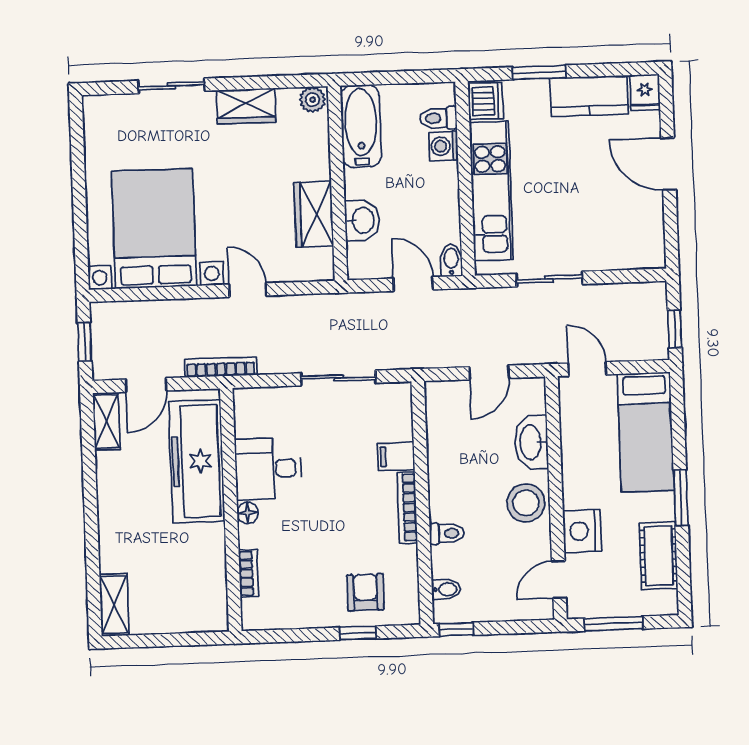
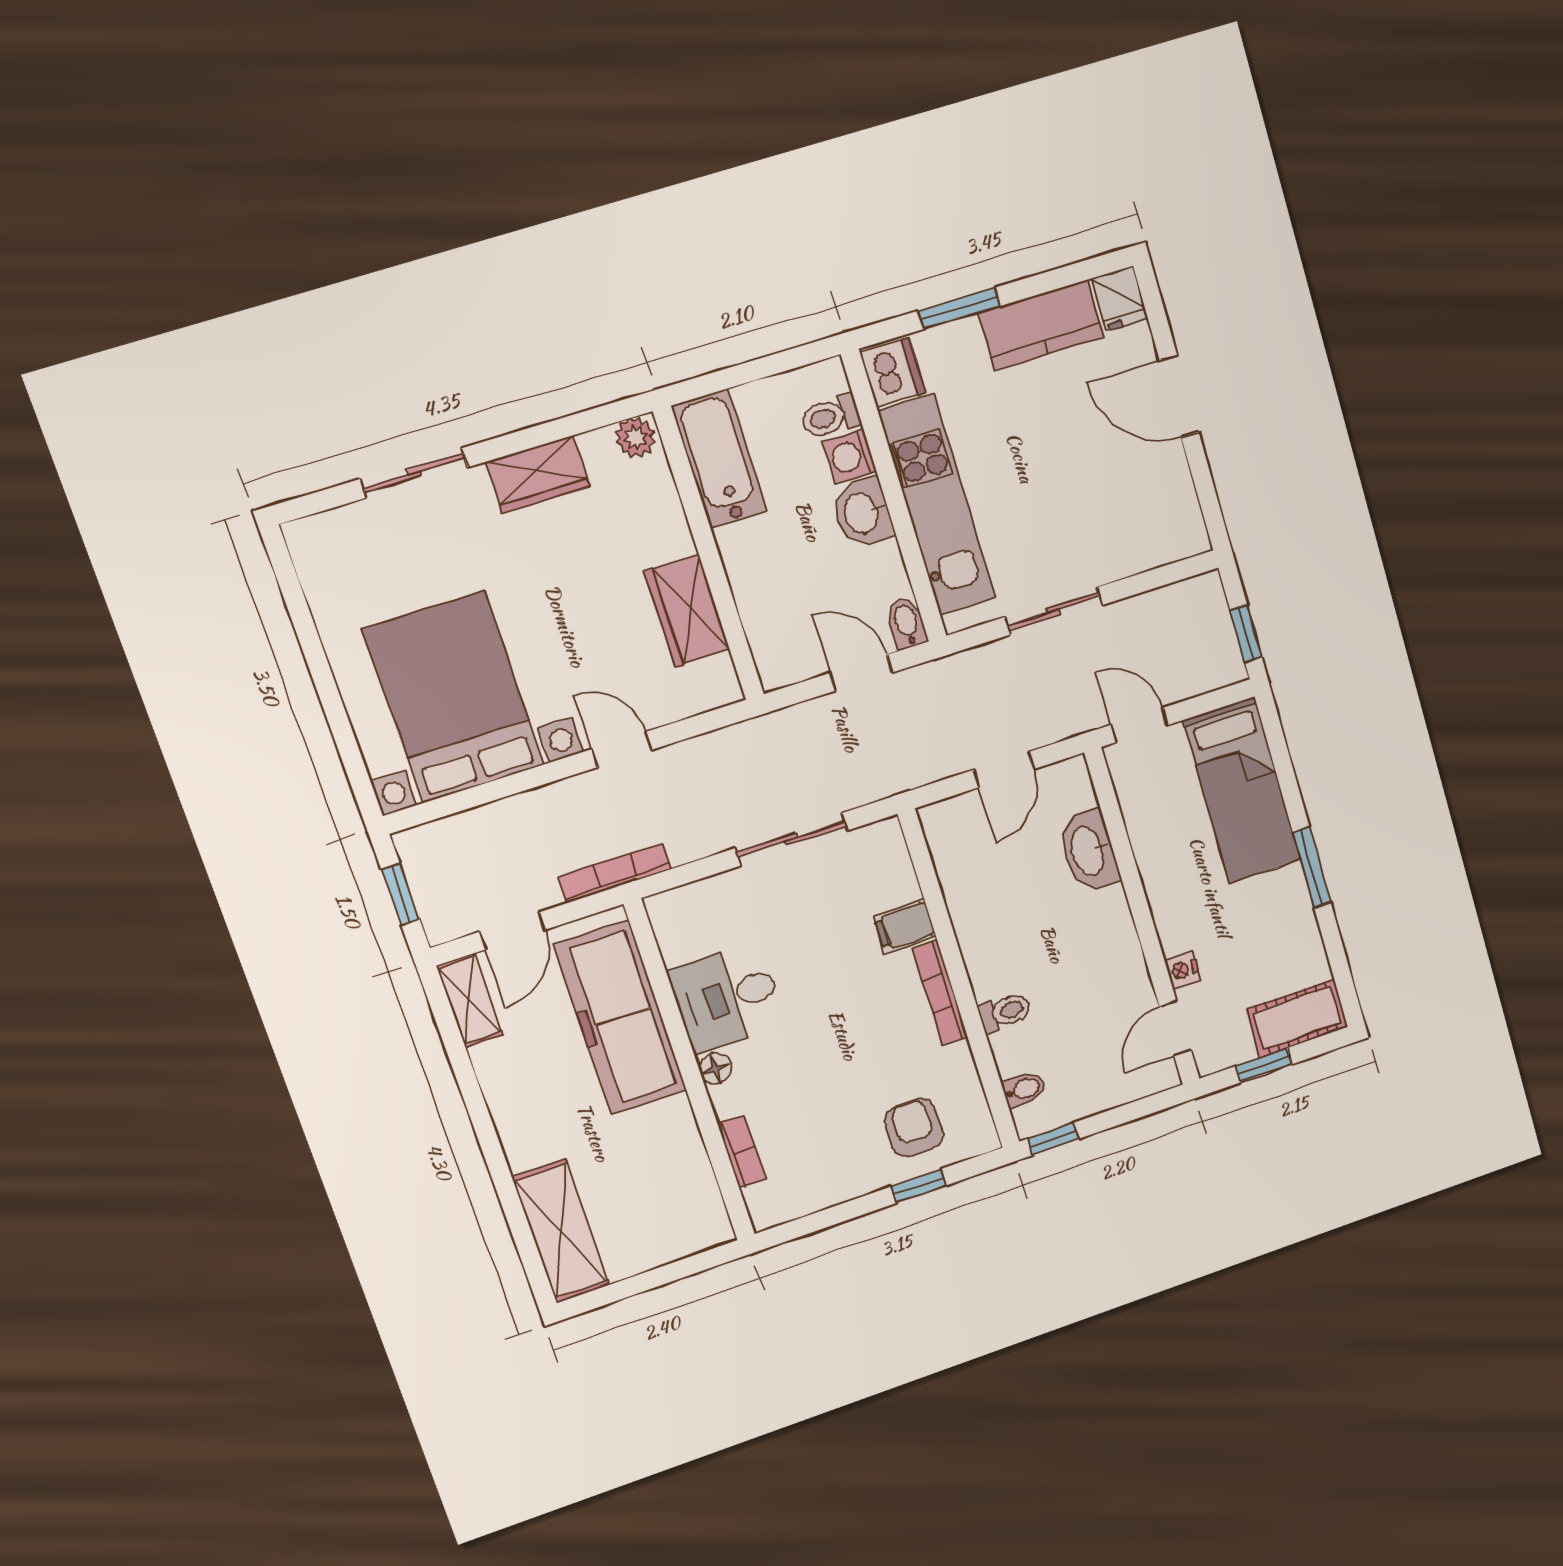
washbasin: (362, 220) -> (862, 513), moved, turned 180
stool: (526, 503) -> (1103, 937), removed
nightstand: (582, 531) -> (1182, 970), width x0.53, depth x0.56
cot: (659, 556) -> (1297, 1018), moved, turned 90
shelving: (114, 605) -> (561, 1231), width x1.50, depth x1.33
window: (613, 624) -> (1264, 1065), width x0.67

